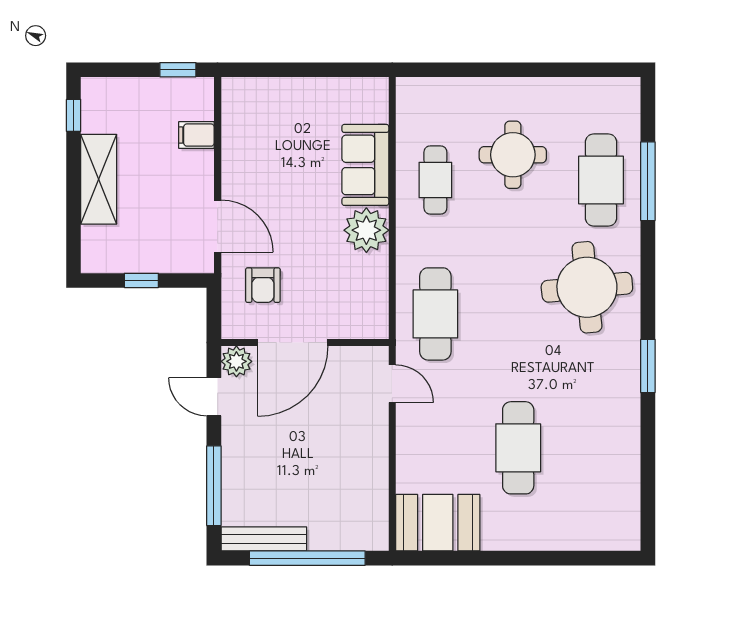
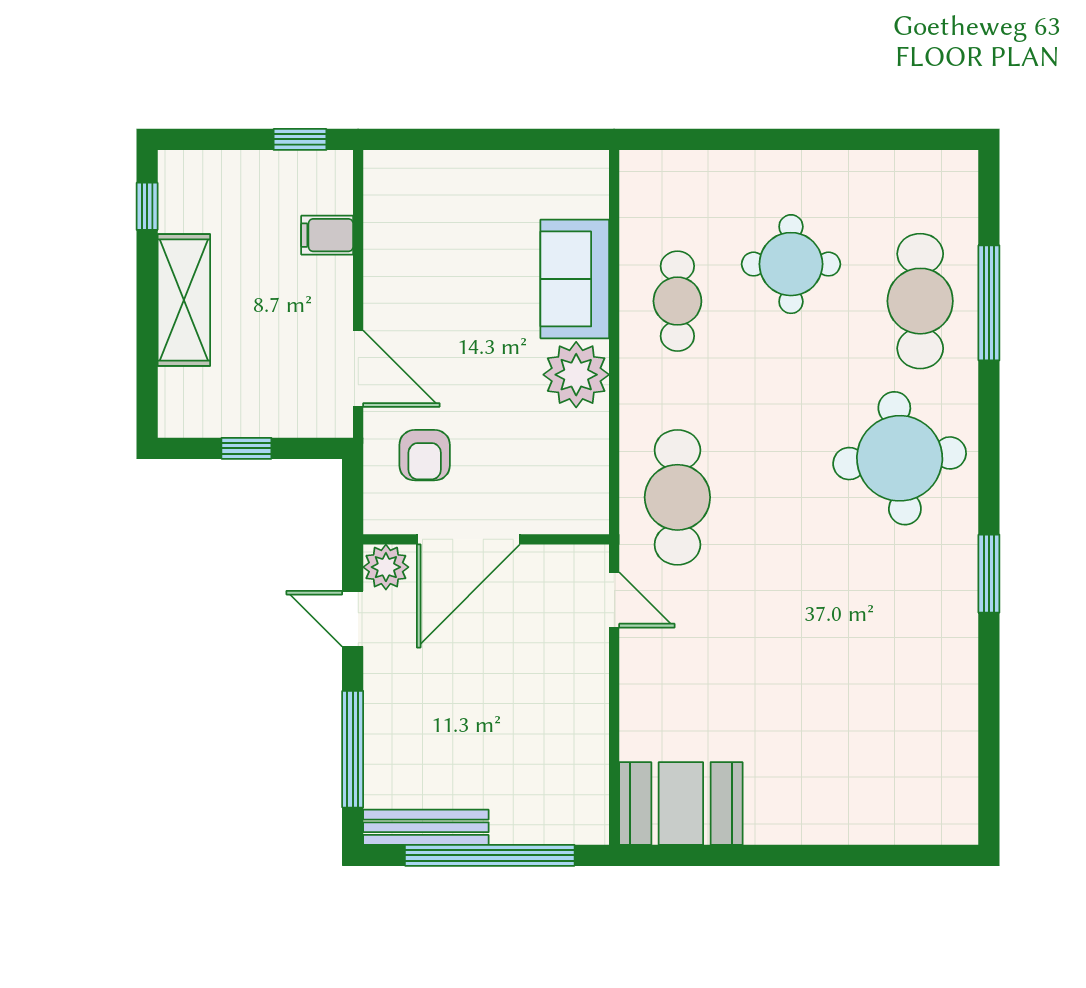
cafe table: (518, 448) -> (799, 694), removed

